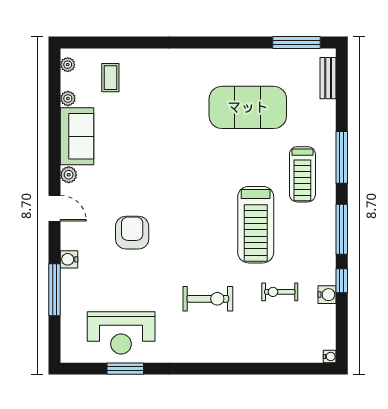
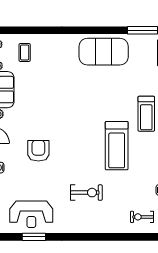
exercise mat: (248, 107) -> (104, 52), moved
exercise bike: (280, 292) -> (142, 217), moved

